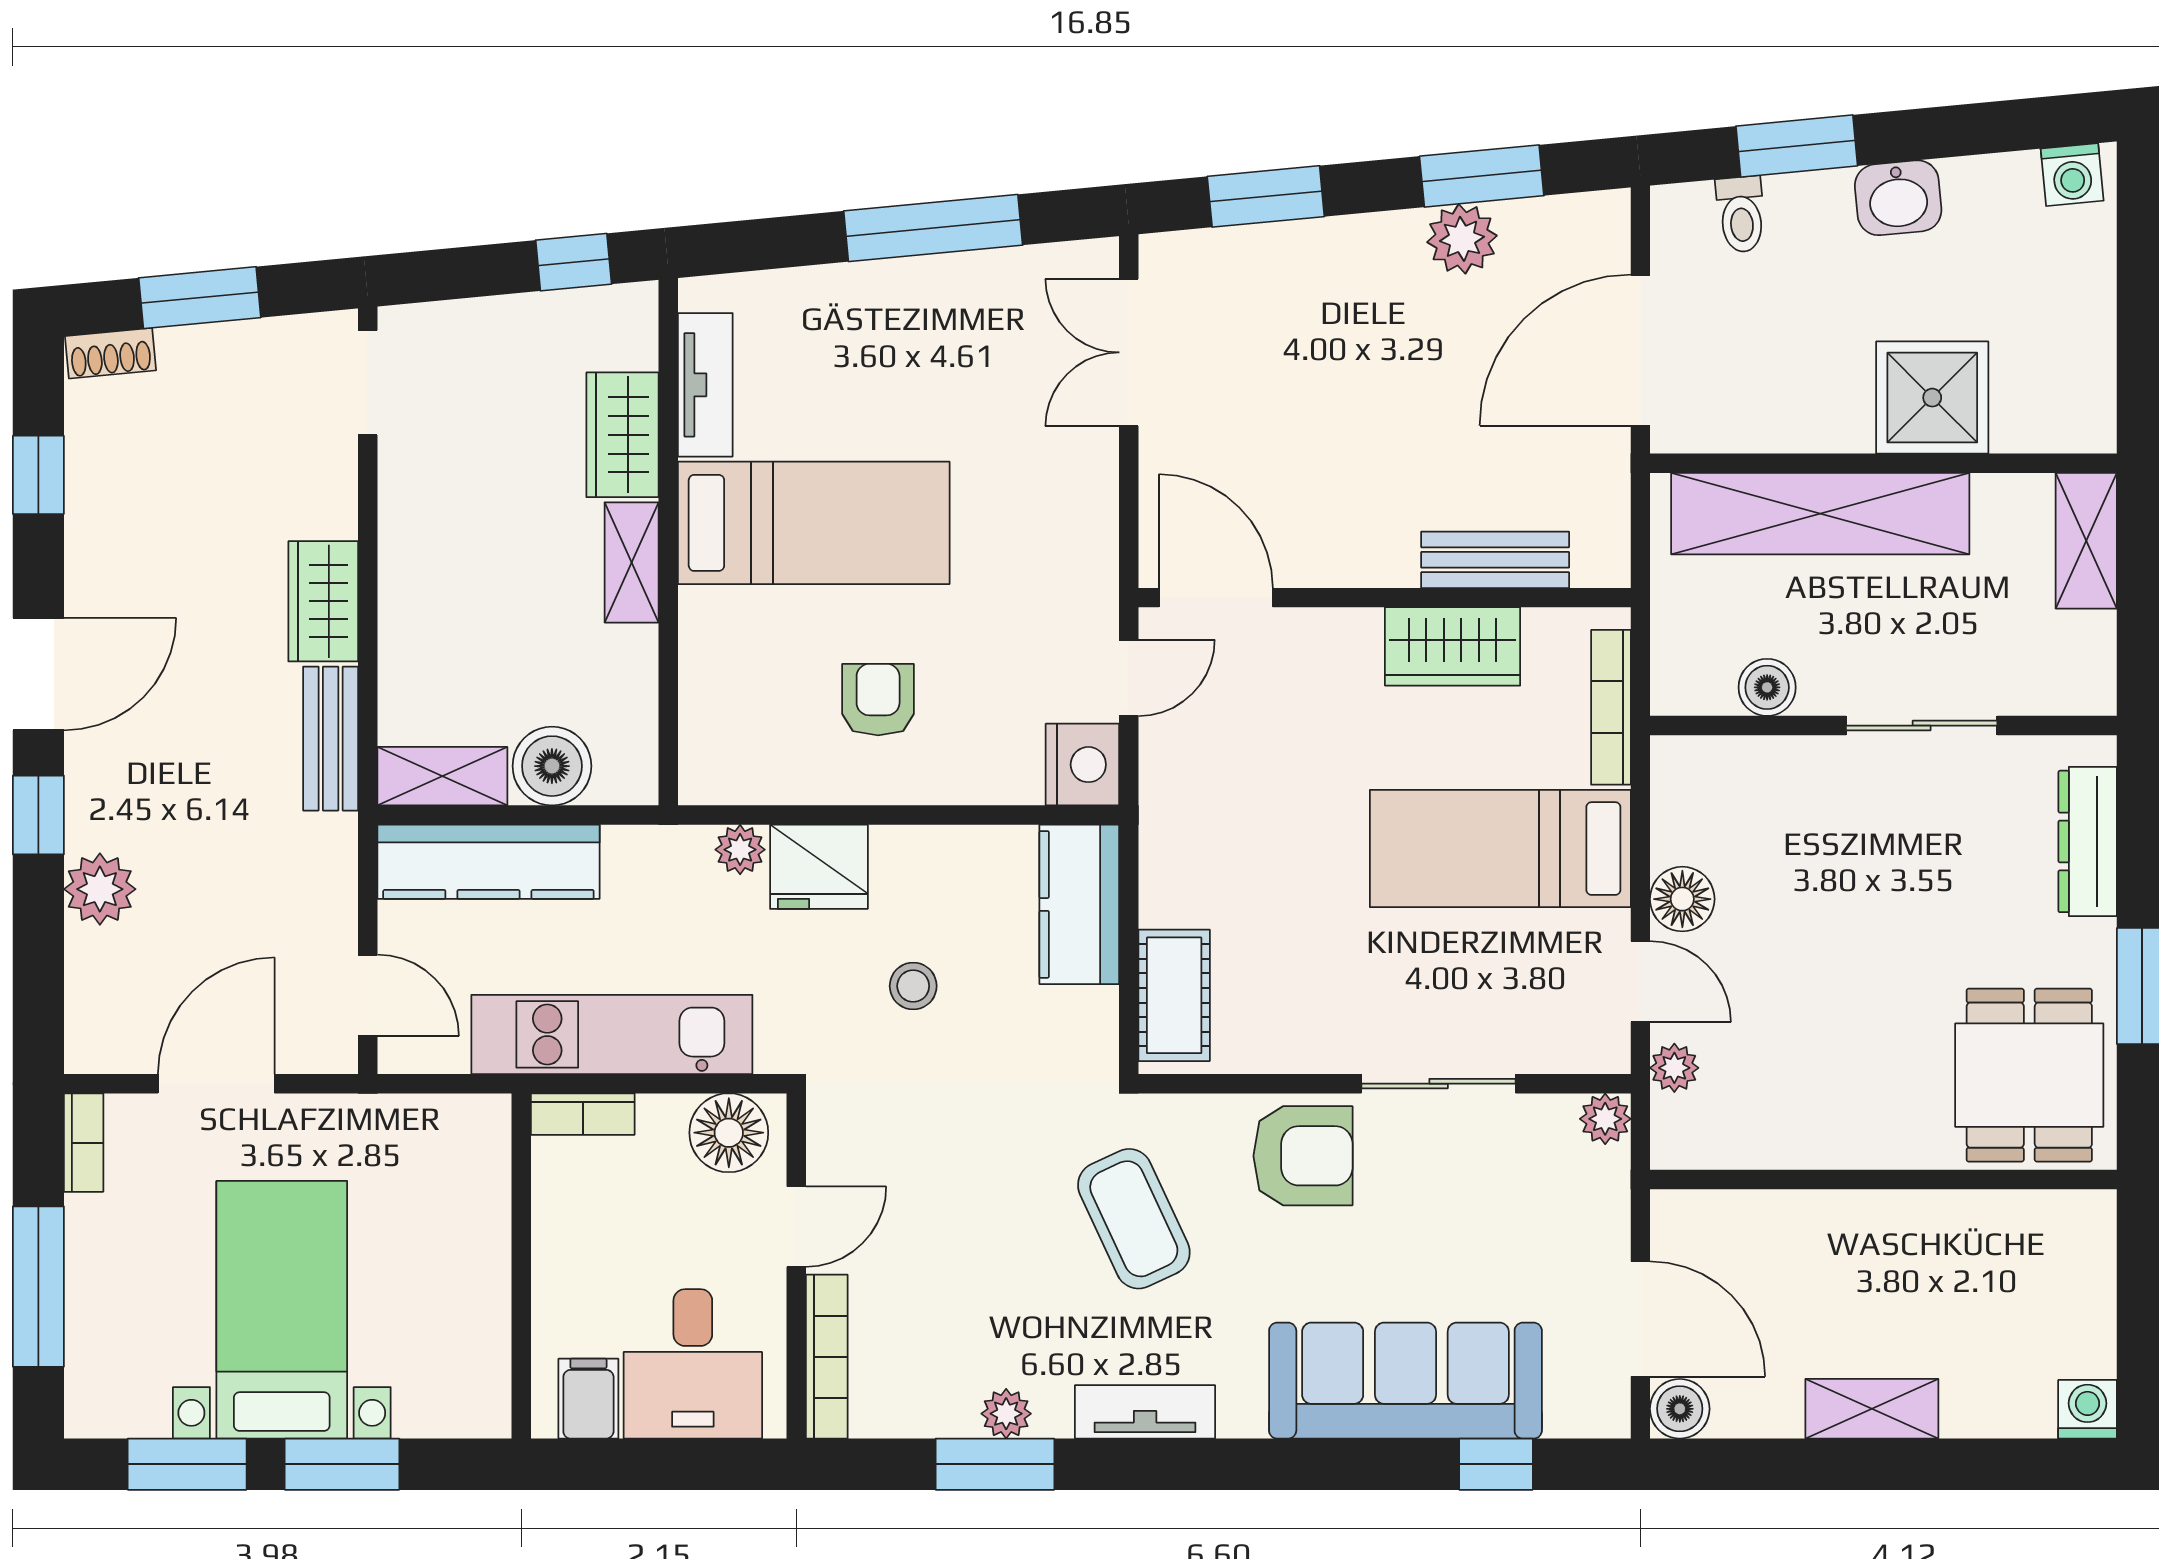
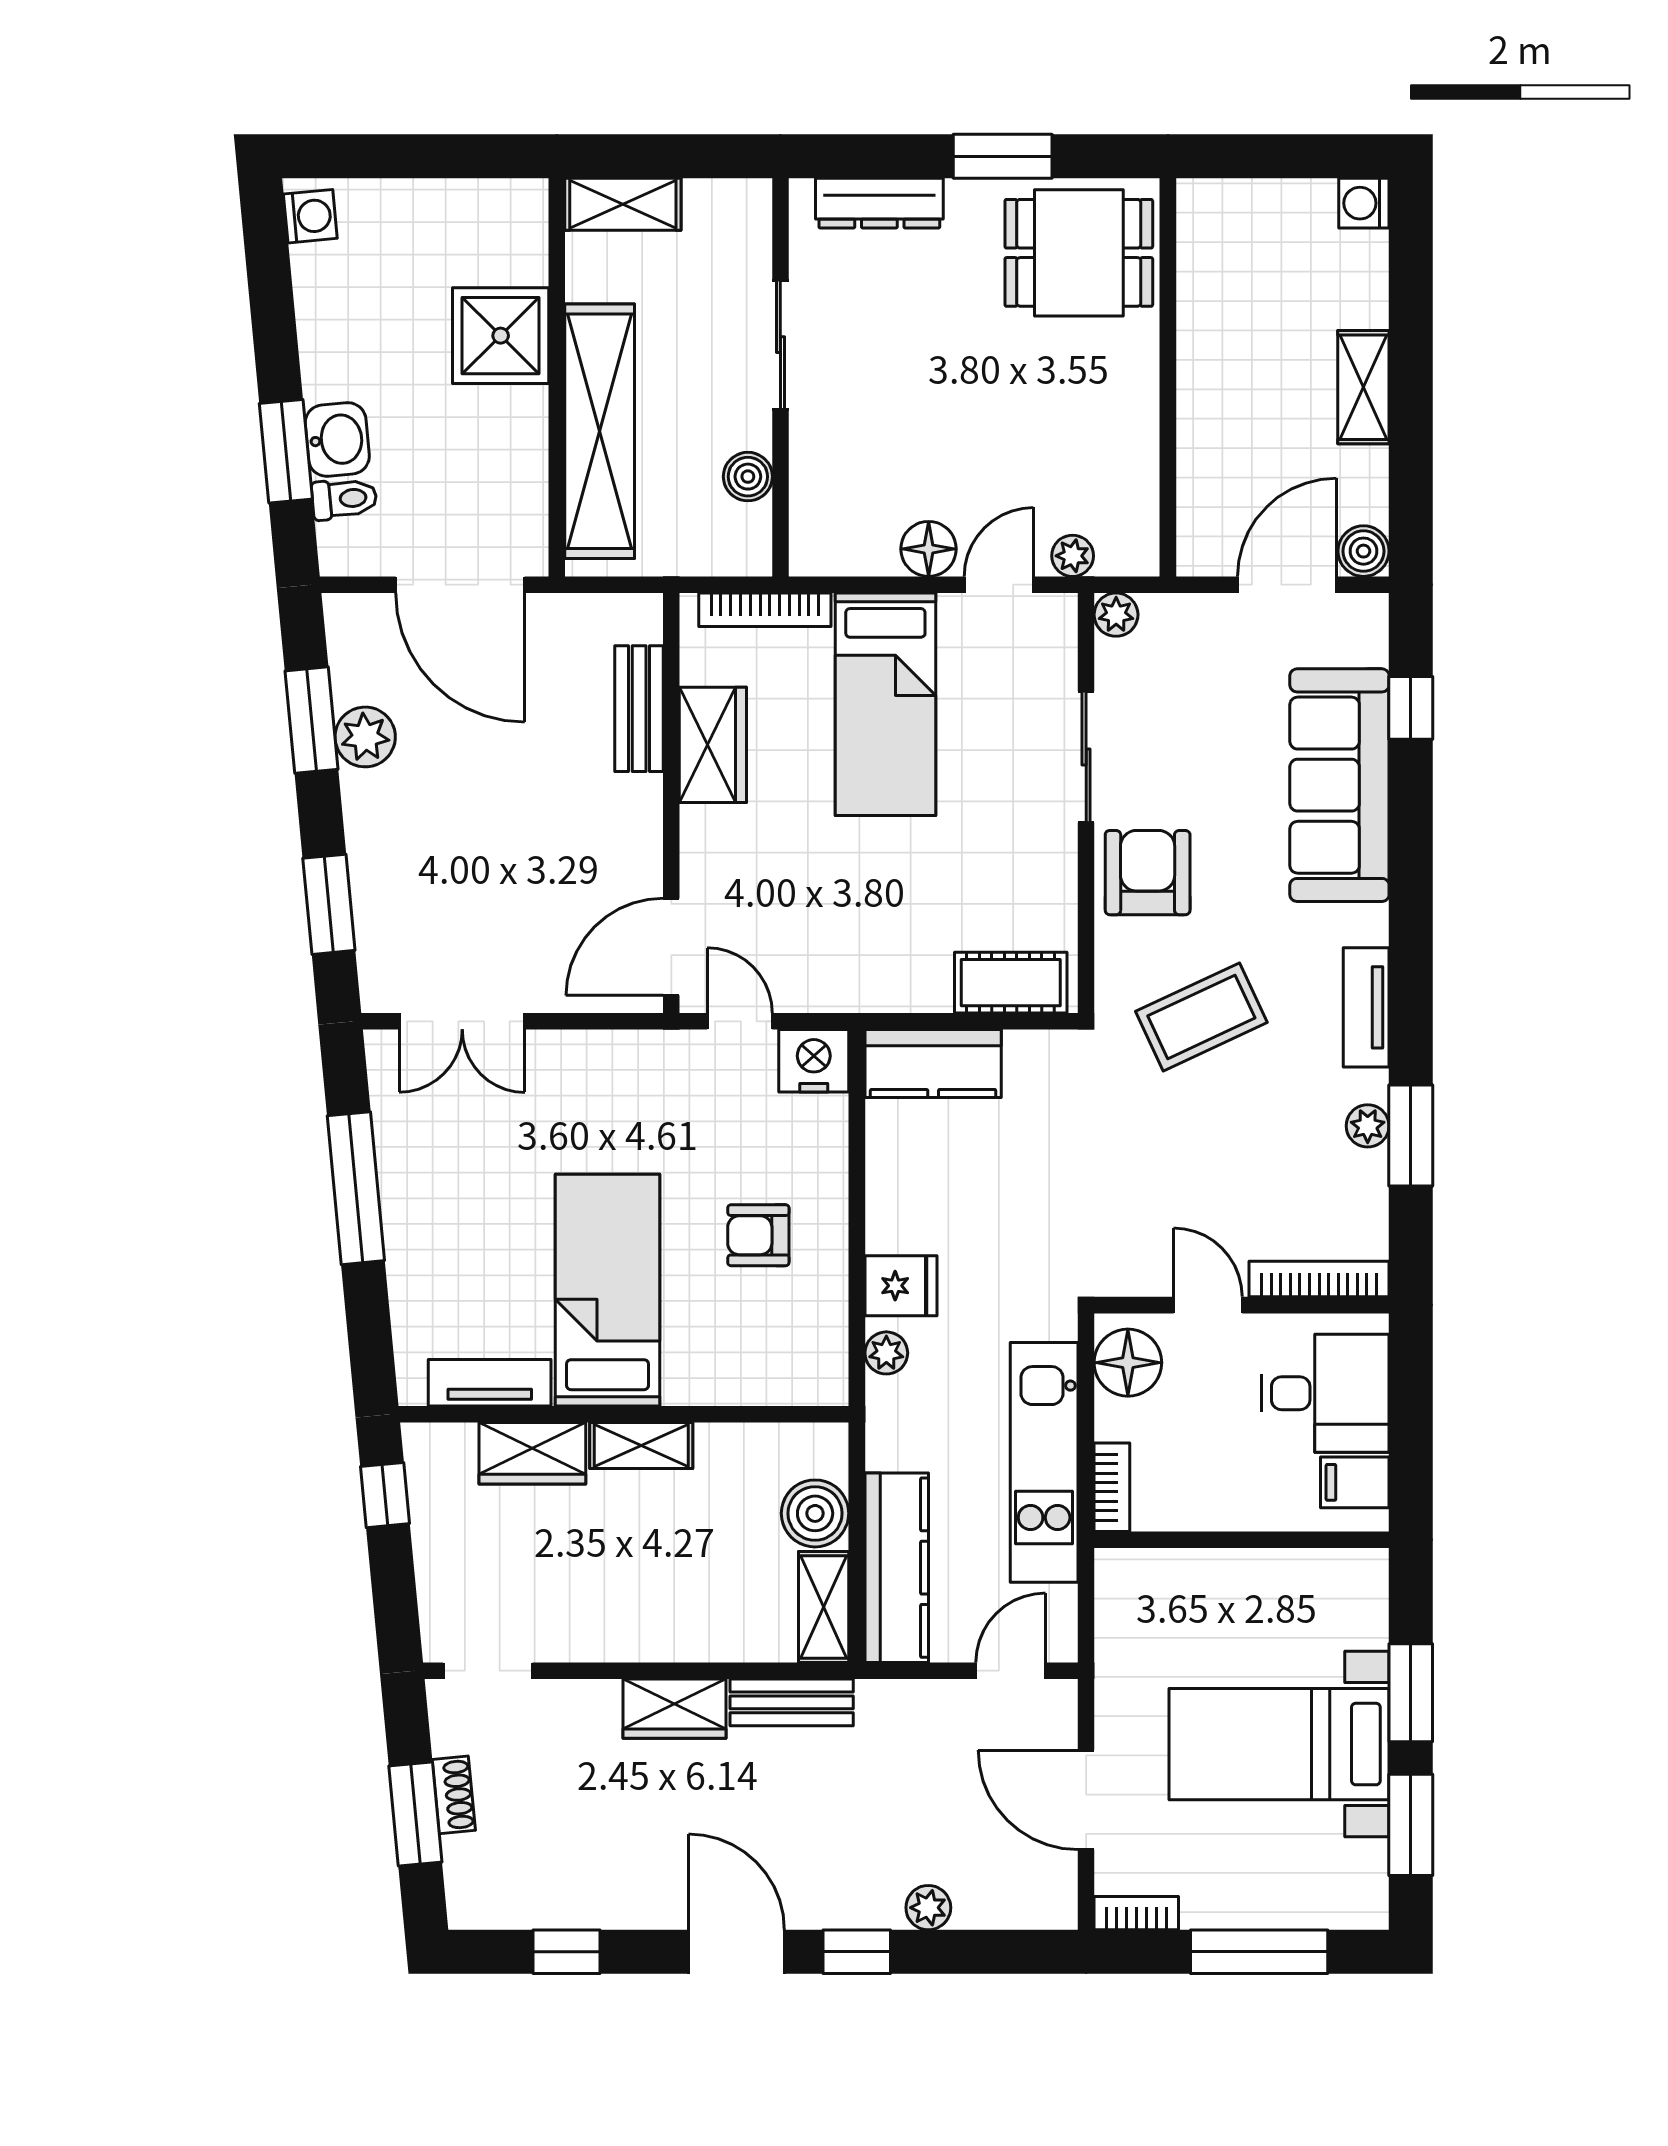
washbasin: (1898, 198) -> (337, 439), moved
shoe rack: (110, 353) -> (454, 1795), moved
fridge: (819, 867) -> (901, 1286), width x0.72
plant: (100, 889) -> (928, 1908), width x0.73, depth x0.73
stool: (913, 986) -> (1003, 1205), removed

